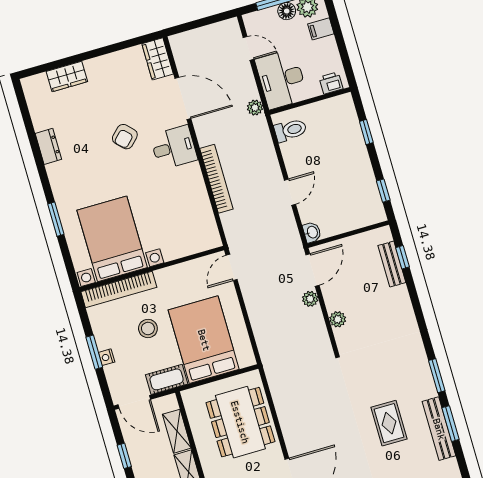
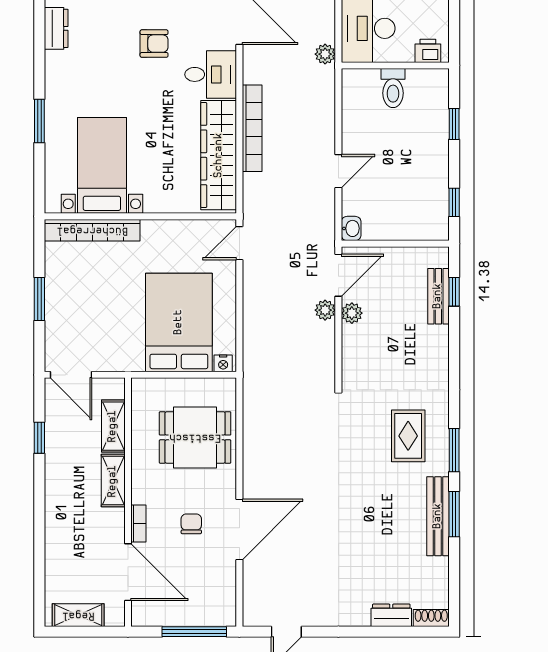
toilet: (290, 130) -> (393, 88), moved, turned 90
armchair: (125, 137) -> (154, 44), turned -135
wardrobe: (197, 206) -> (219, 155), added
bed with nightstands: (112, 239) -> (102, 165), width x0.73
plant: (338, 319) -> (352, 313), moved
stool: (148, 328) -> (114, 289), removed
nightstand: (107, 357) -> (223, 363), moved, turned -90
cot: (167, 379) -> (119, 358), removed
dining table: (240, 422) -> (195, 437), width x0.73
rug: (389, 423) -> (408, 436), moved

